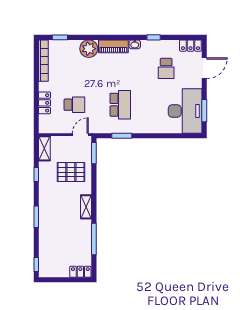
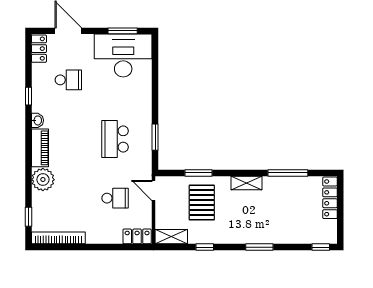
locker: (45, 103) -> (137, 236), moved
school desk: (74, 105) -> (115, 198), turned 90
school desk: (120, 105) -> (115, 139), turned -90
window: (94, 153) -> (198, 173), moved
locker: (80, 272) -> (330, 198), width x1.53

